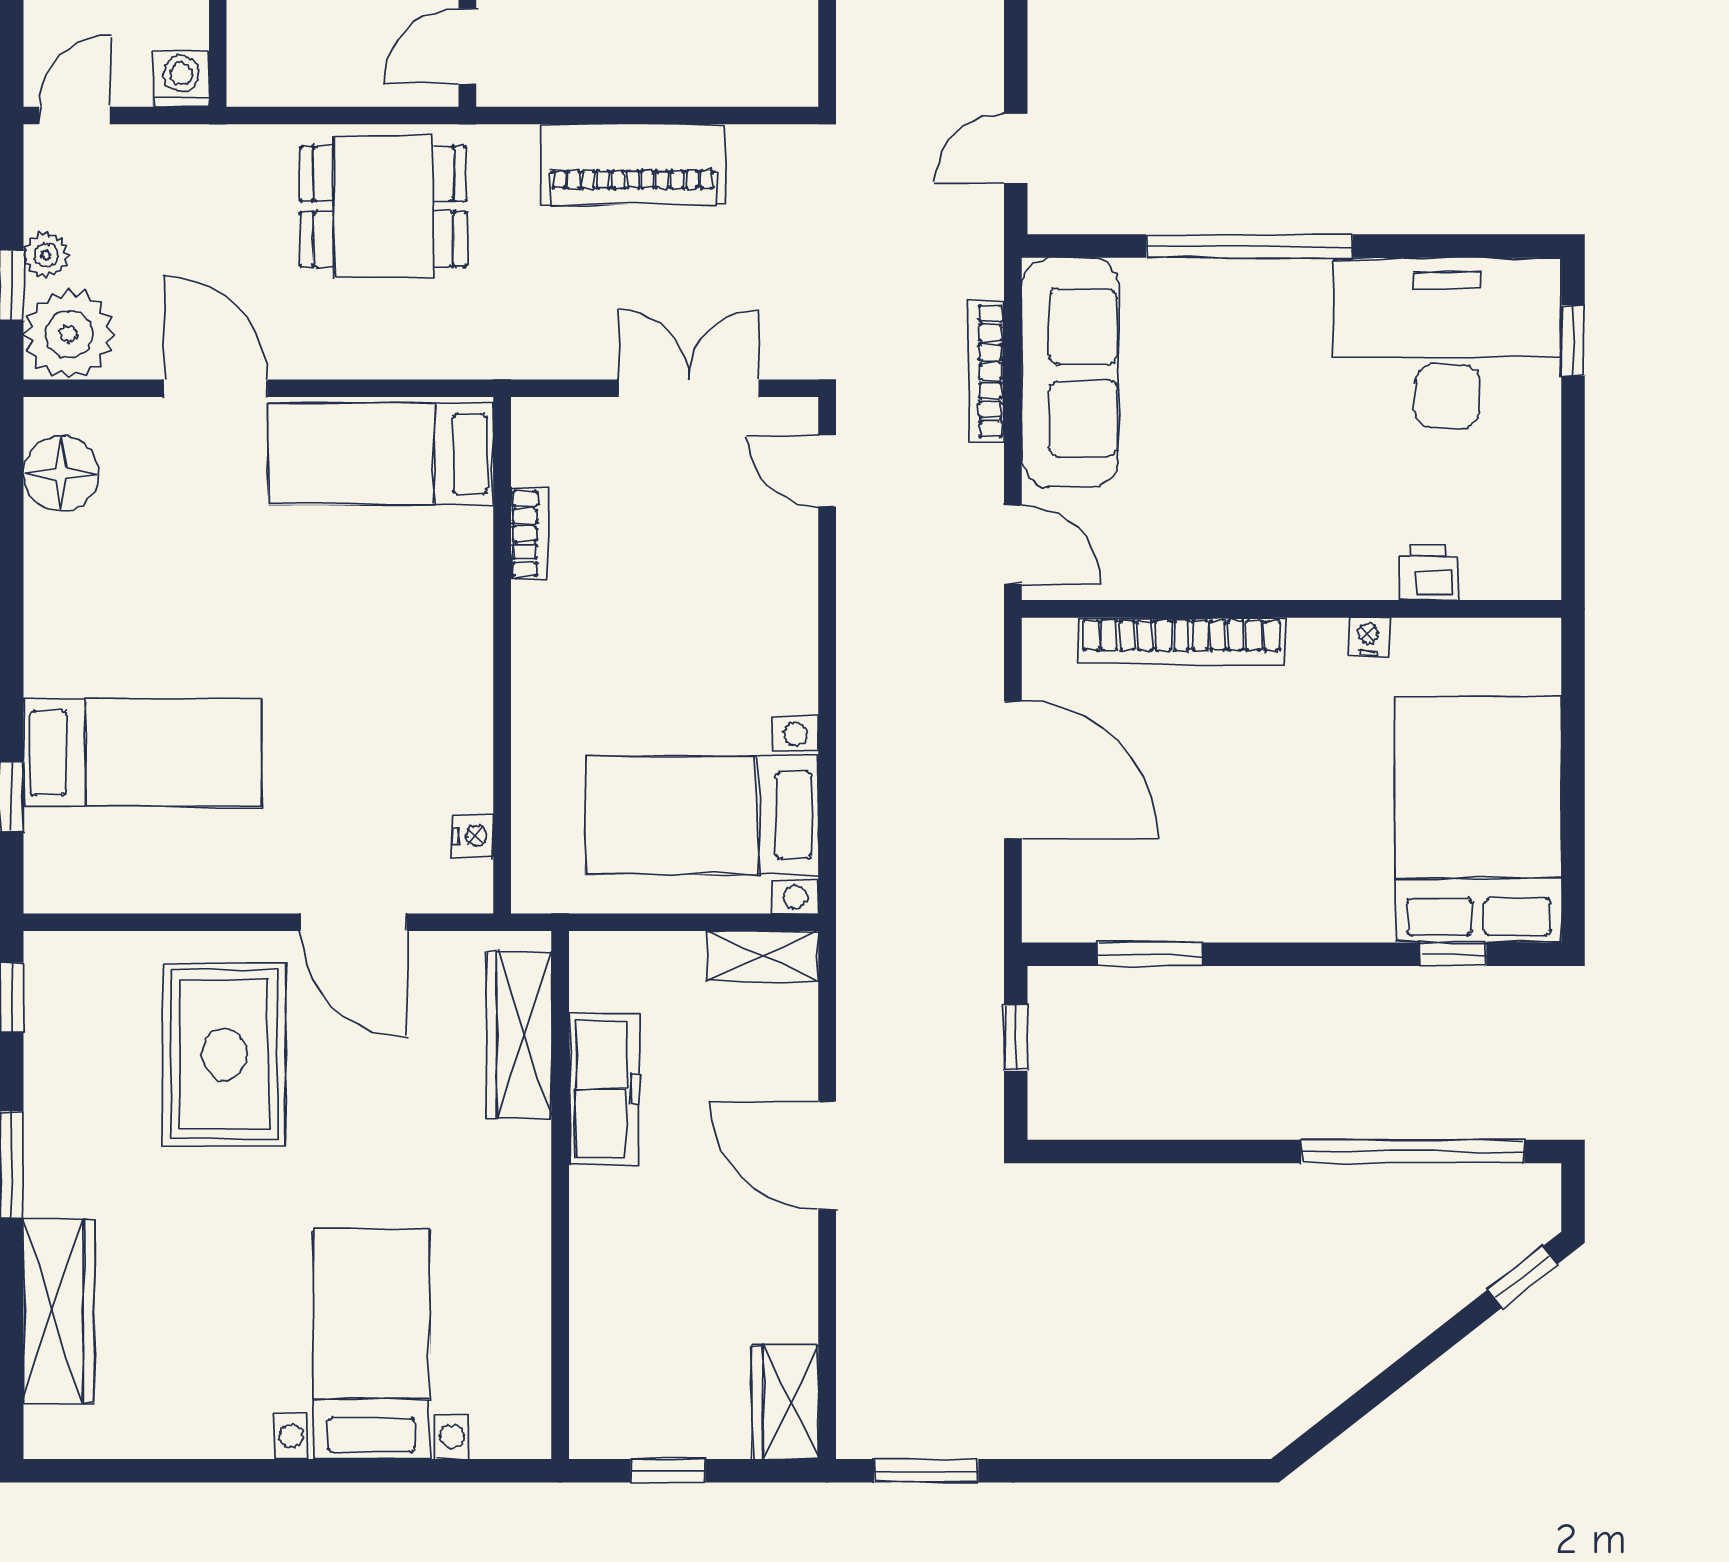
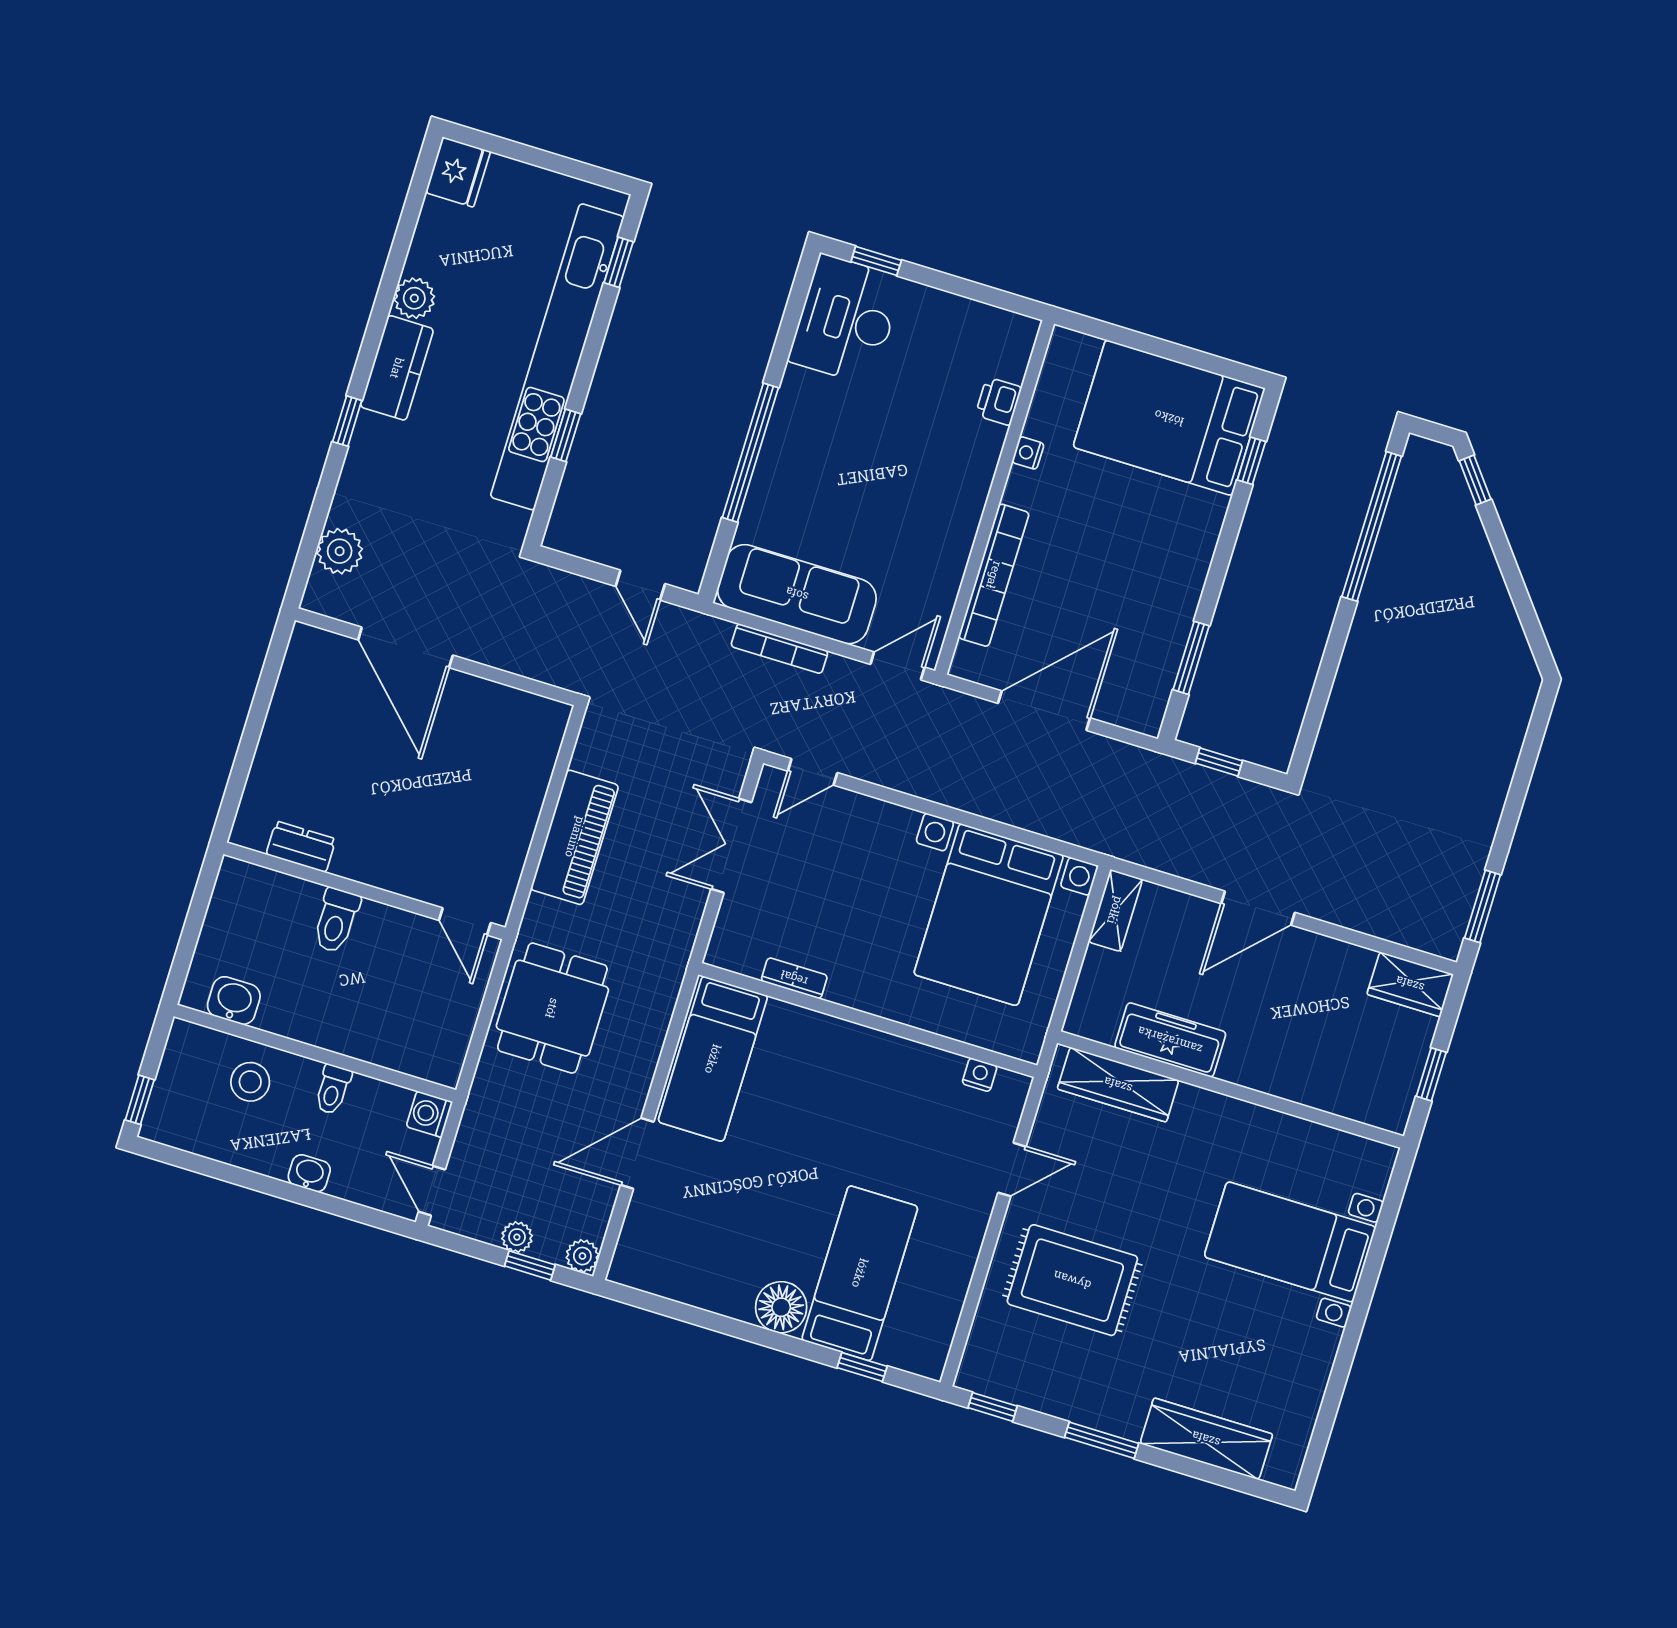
plant: (69, 334) -> (582, 1256), width x0.53, depth x0.53
desk: (1447, 343) -> (846, 320), width x0.73, depth x0.77
floor lamp: (61, 473) -> (781, 1307), moved
bed with nightstands: (702, 815) -> (989, 915), width x1.36
door: (354, 922) -> (1012, 1170), width x0.73

